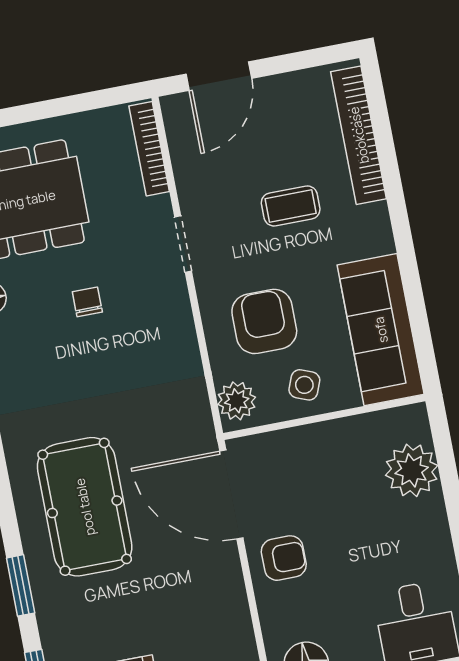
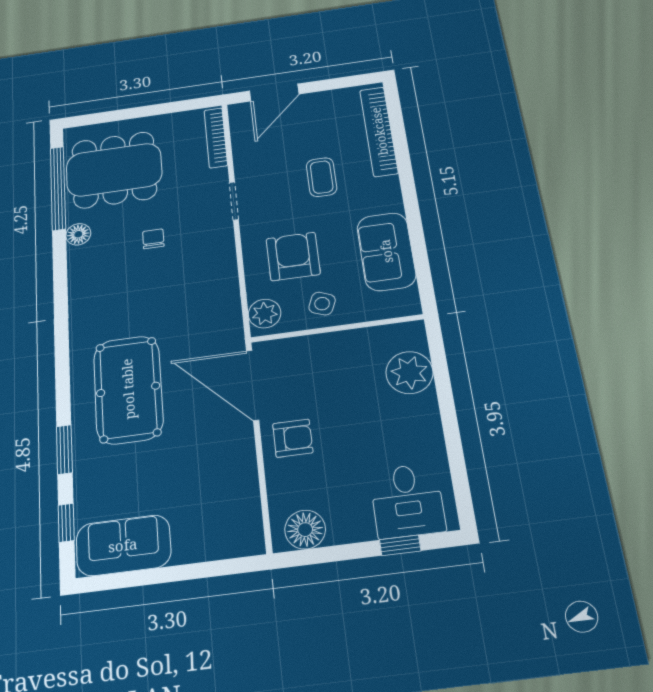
coffee table: (291, 206) -> (322, 177), turned 90
sofa: (381, 330) -> (386, 251), width x0.73

